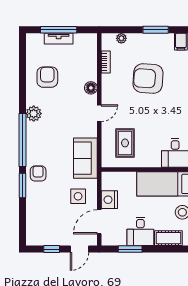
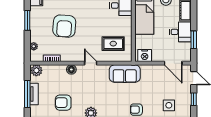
plant: (90, 42) -> (36, 70), added
side table: (78, 196) -> (169, 105), moved
nightstand: (109, 200) -> (145, 55), moved

